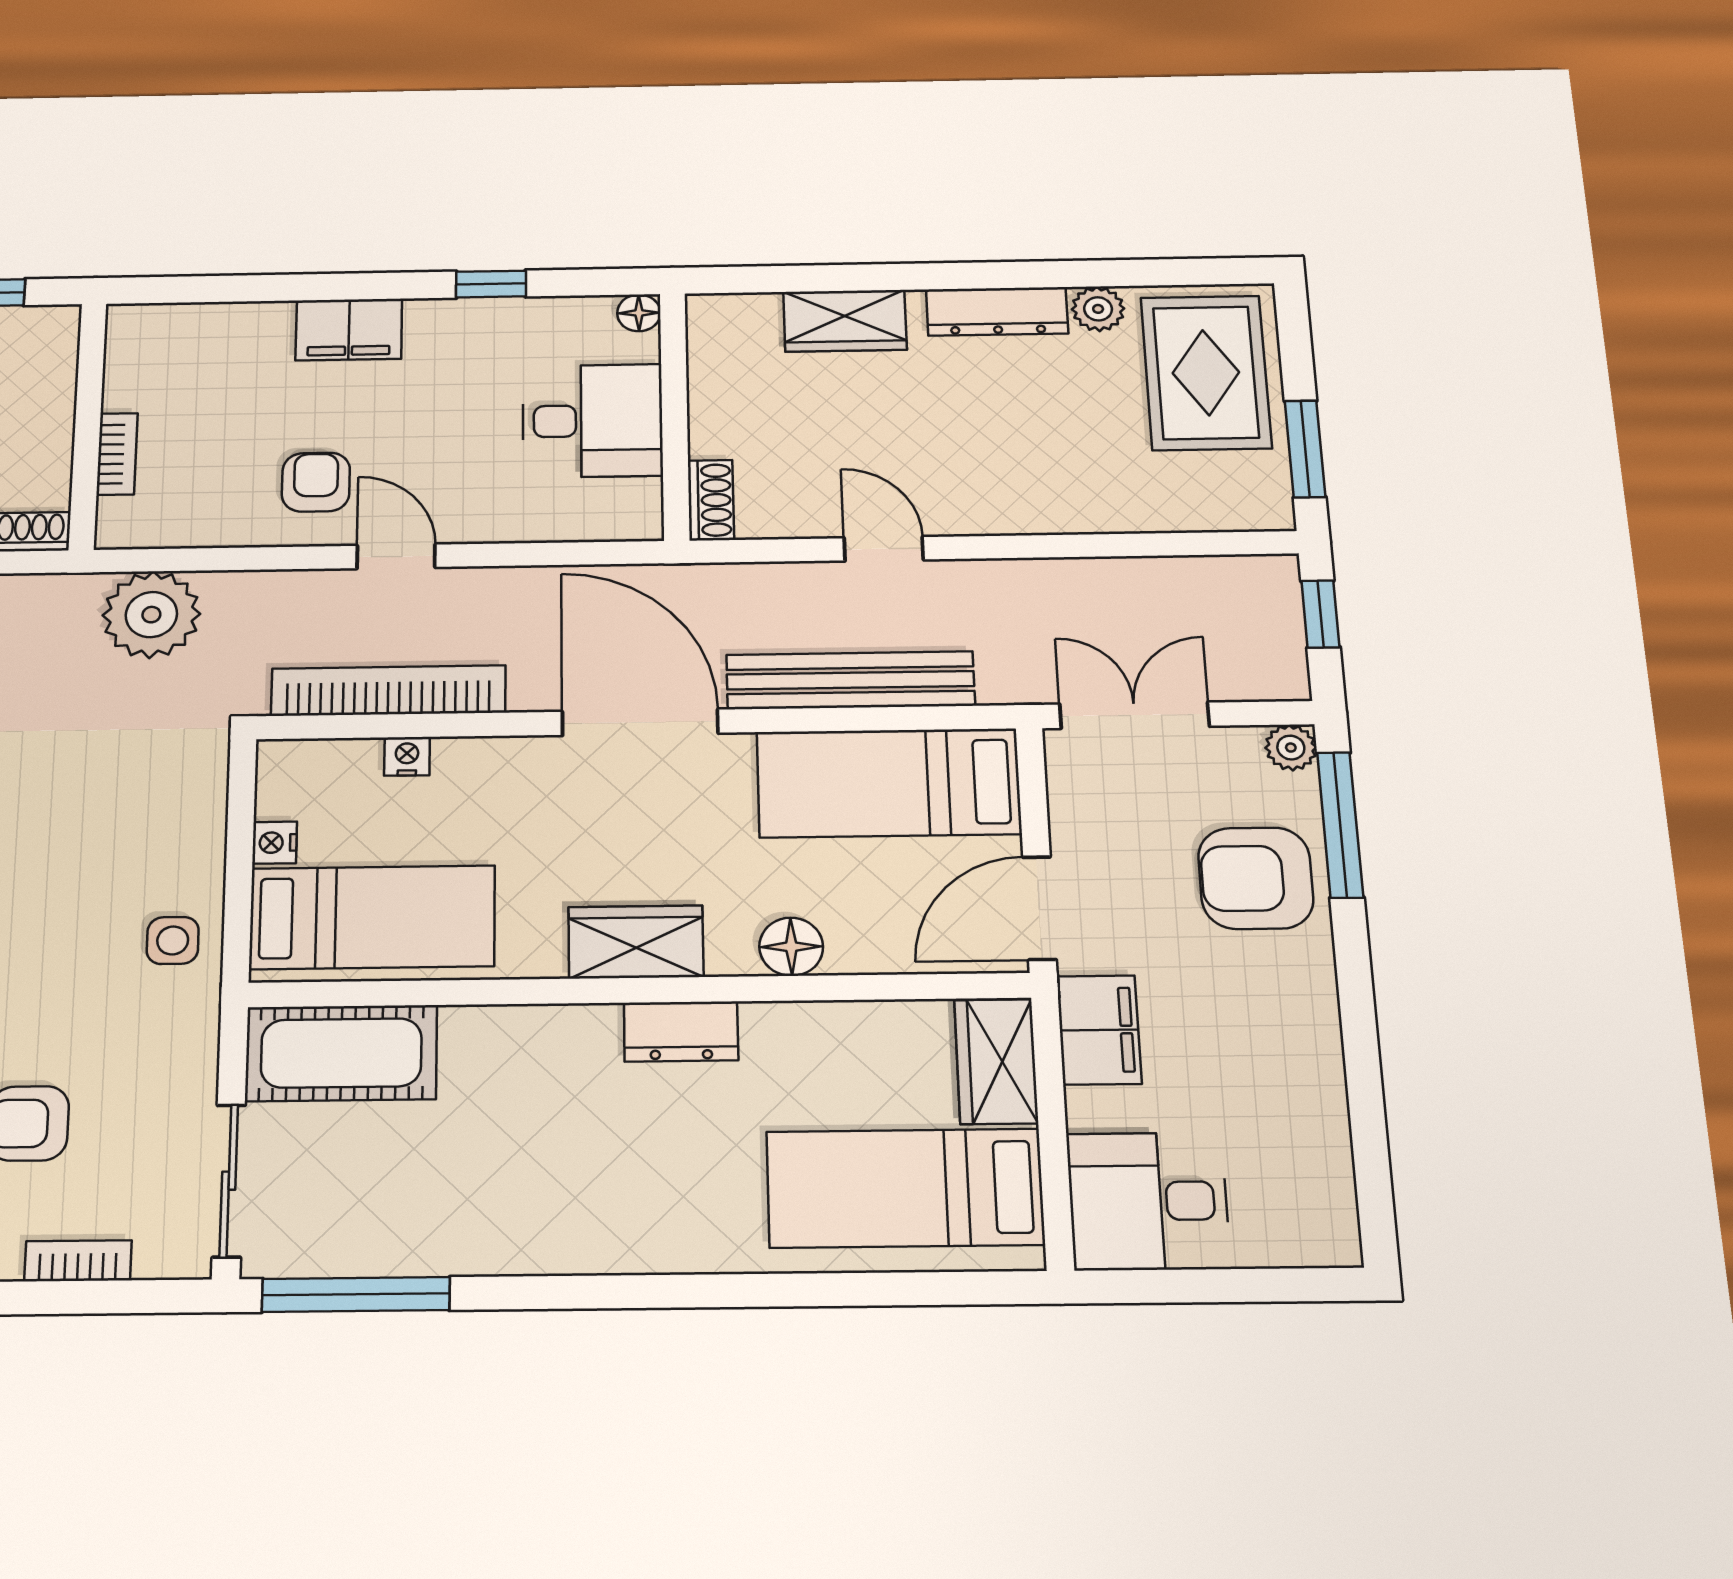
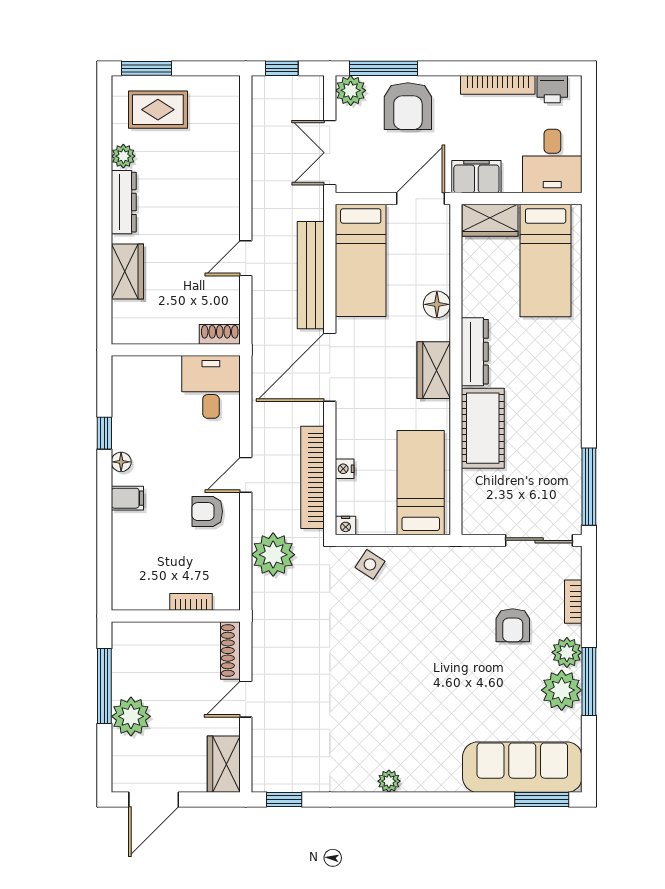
floor lamp: (639, 313) -> (121, 462), moved
filing cabinet: (349, 330) -> (127, 498), width x0.50
rug: (1206, 373) -> (158, 110), width x0.73, depth x0.70
desk: (592, 421) -> (211, 387), moved
window: (1305, 449) -> (147, 68), moved
plant: (151, 615) -> (273, 555), moved
plant: (1291, 748) -> (351, 90), width x1.38, depth x1.38
nightstand: (275, 843) -> (346, 525), moved
door: (1039, 908) -> (421, 199), swing flipped
side table: (173, 940) -> (370, 564), moved, turned 33
dresser: (681, 1031) -> (475, 352), width x1.44
cot: (341, 1053) -> (483, 428), moved
bookcase: (1323, 1075) -> (498, 85), added
printer: (1324, 1199) -> (552, 89), added

